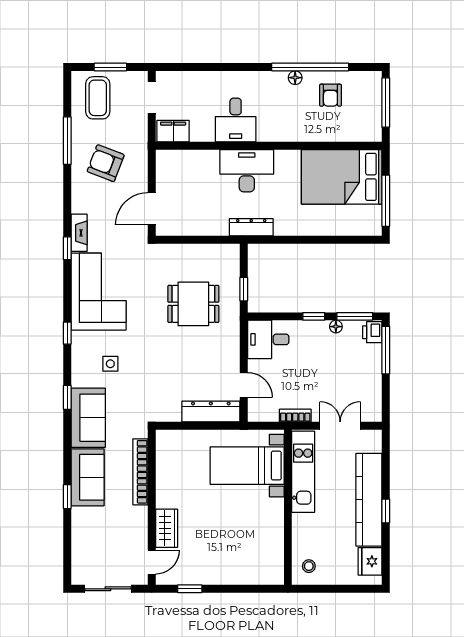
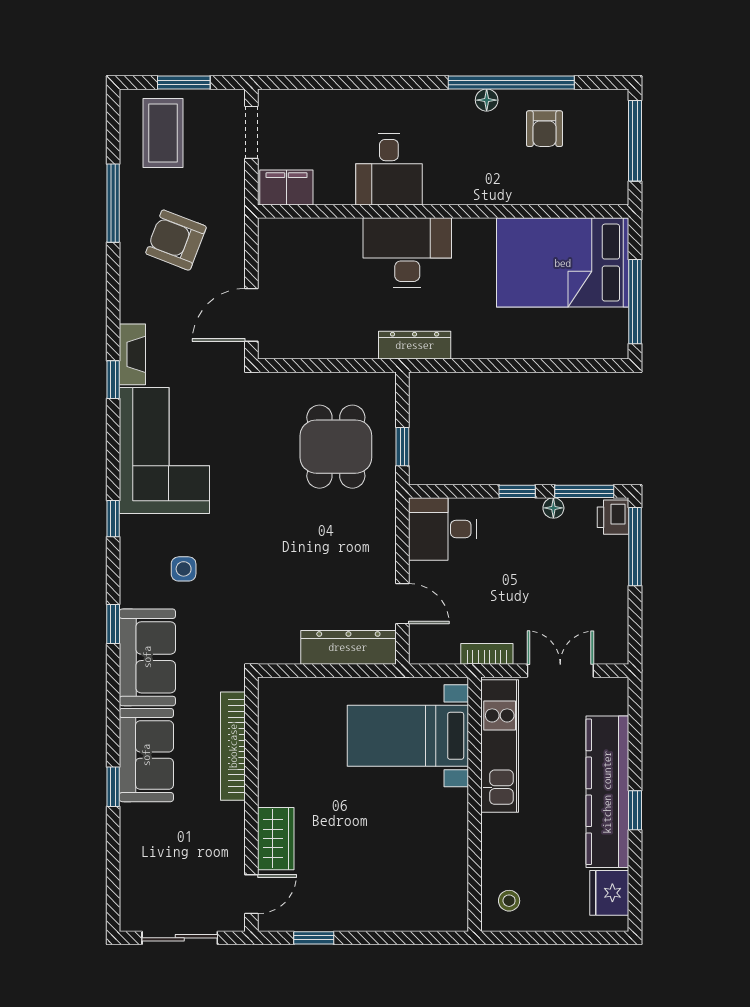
dining table: (193, 304) -> (336, 447), moved, turned 90

